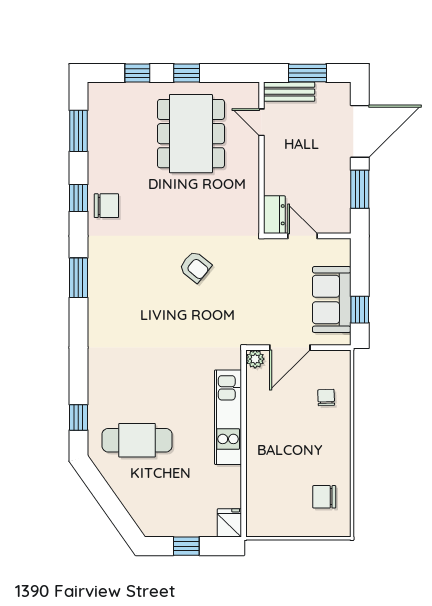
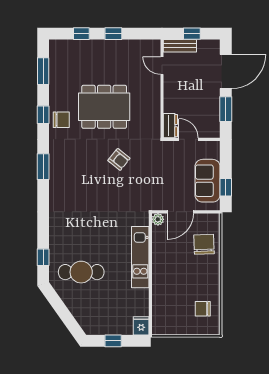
window: (308, 73) -> (192, 34), width x0.67
dining table: (191, 134) -> (104, 107), moved, turned 90
chair: (326, 398) -> (204, 244), width x1.87, depth x1.87

